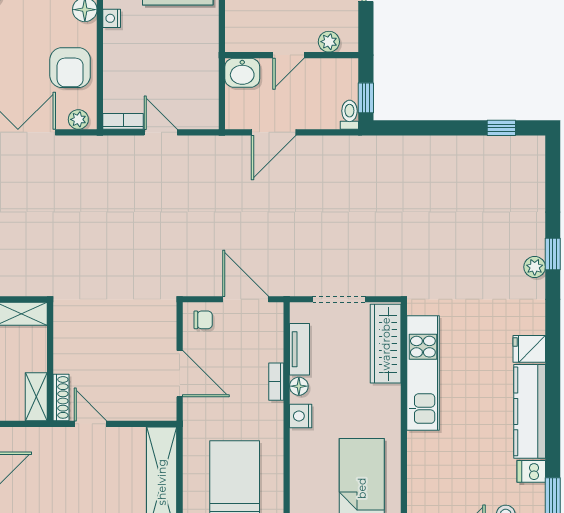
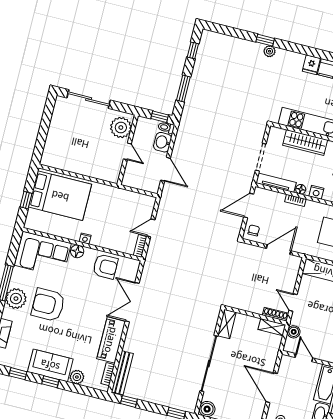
plant: (329, 42) -> (121, 128), width x1.88, depth x1.88
washbasin: (242, 73) -> (163, 142), moved, turned 180
plant: (78, 119) -> (133, 269), removed
window: (428, 128) -> (183, 89), added
wardrobe: (386, 344) -> (305, 143), moved
tv unit: (300, 349) -> (276, 183), width x1.41
door: (90, 424) -> (293, 302), hinge flipped
boiler: (38, 438) -> (294, 332), added

